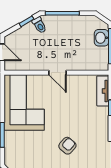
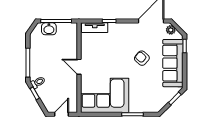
door: (57, 73) -> (79, 67), swing flipped

